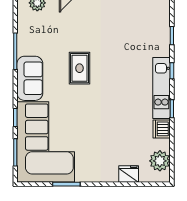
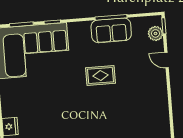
sofa: (30, 78) -> (111, 30), moved

